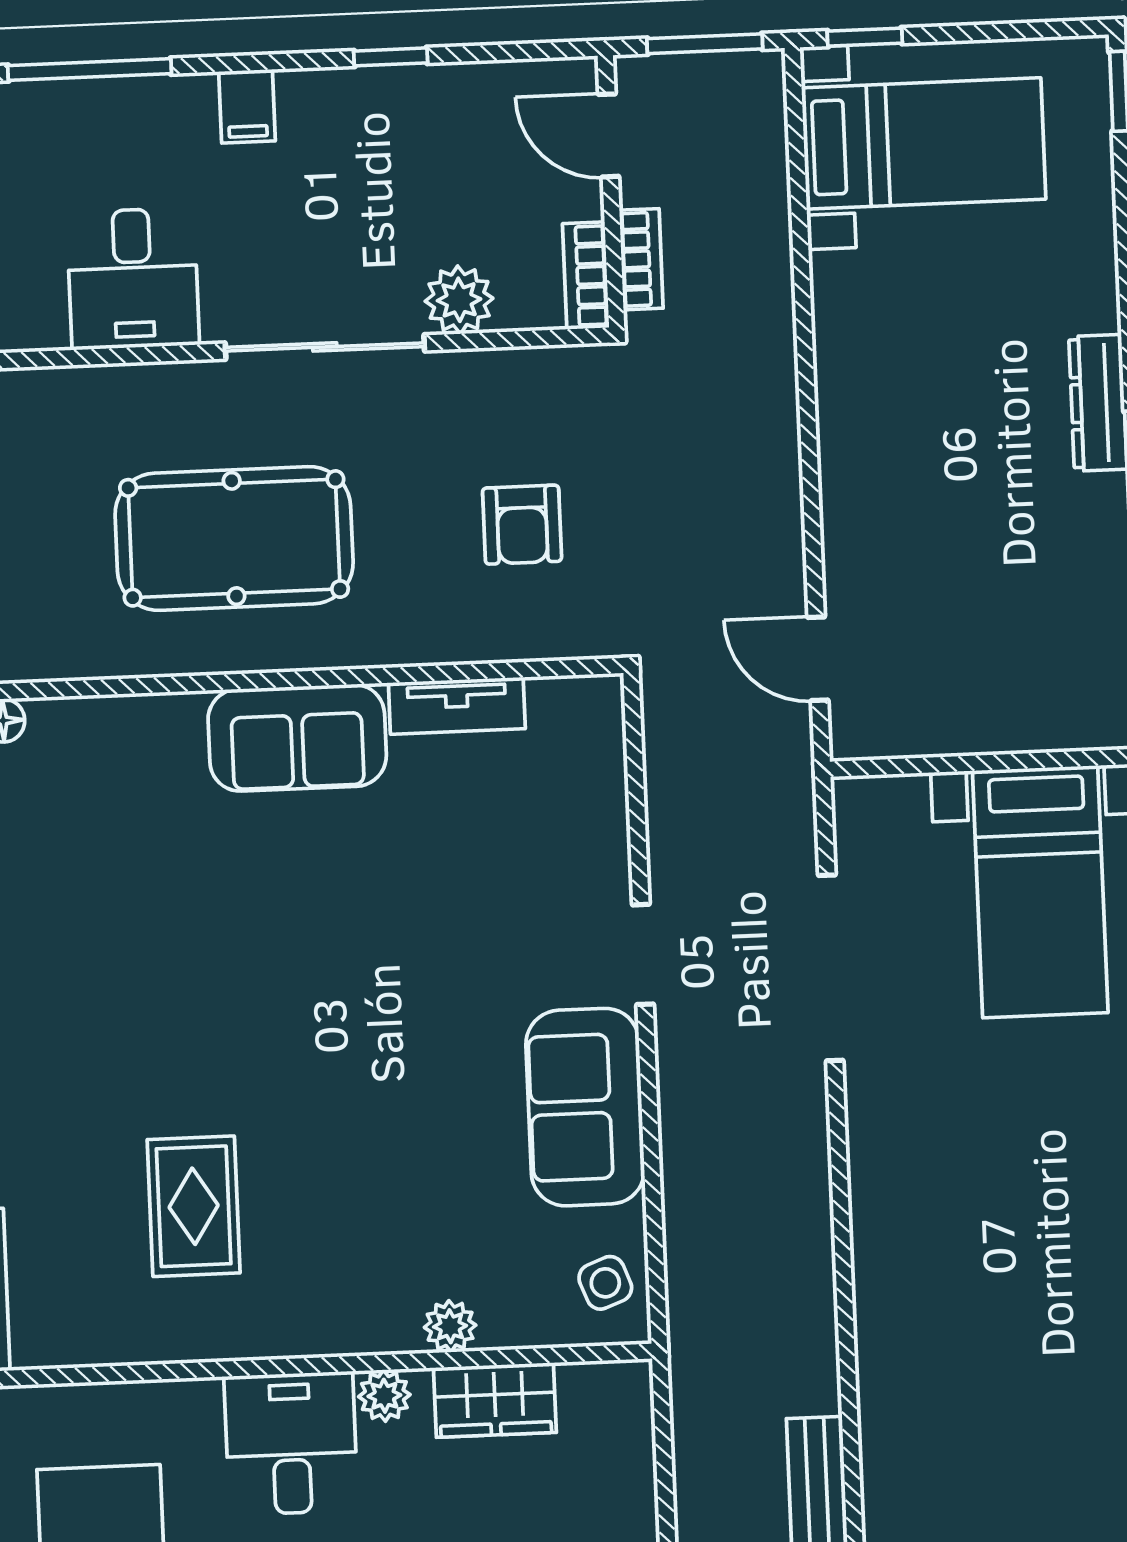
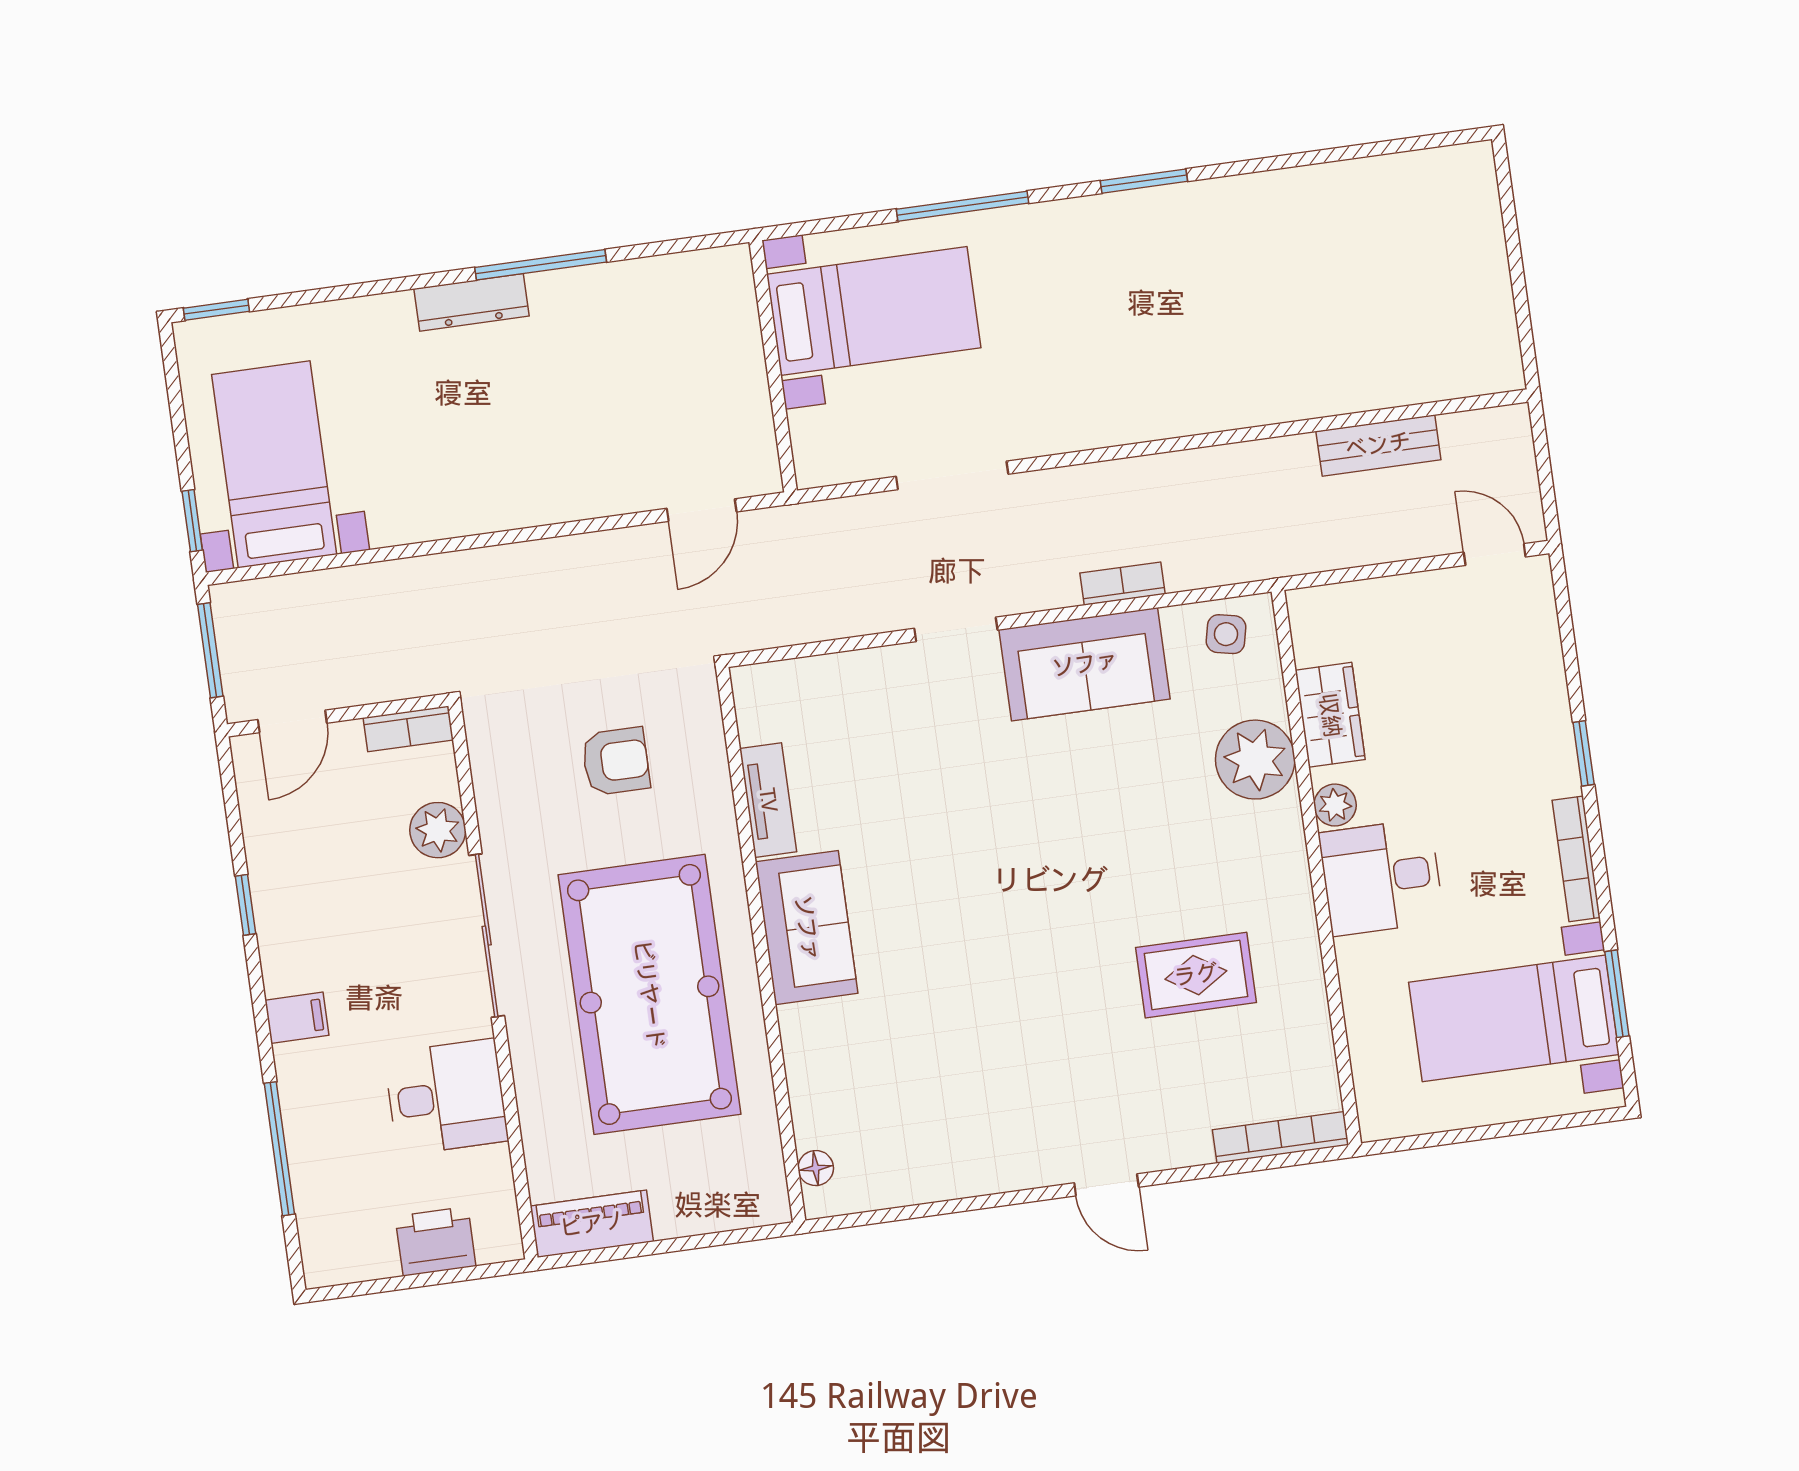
bookcase: (641, 259) -> (1123, 584), moved
pool table: (234, 538) -> (649, 994), width x1.36, depth x1.32
doorway: (831, 968) -> (952, 475), width x0.73
side table: (605, 1283) -> (1226, 634), turned 33
plant: (450, 1326) -> (1255, 760), width x1.87, depth x1.87

